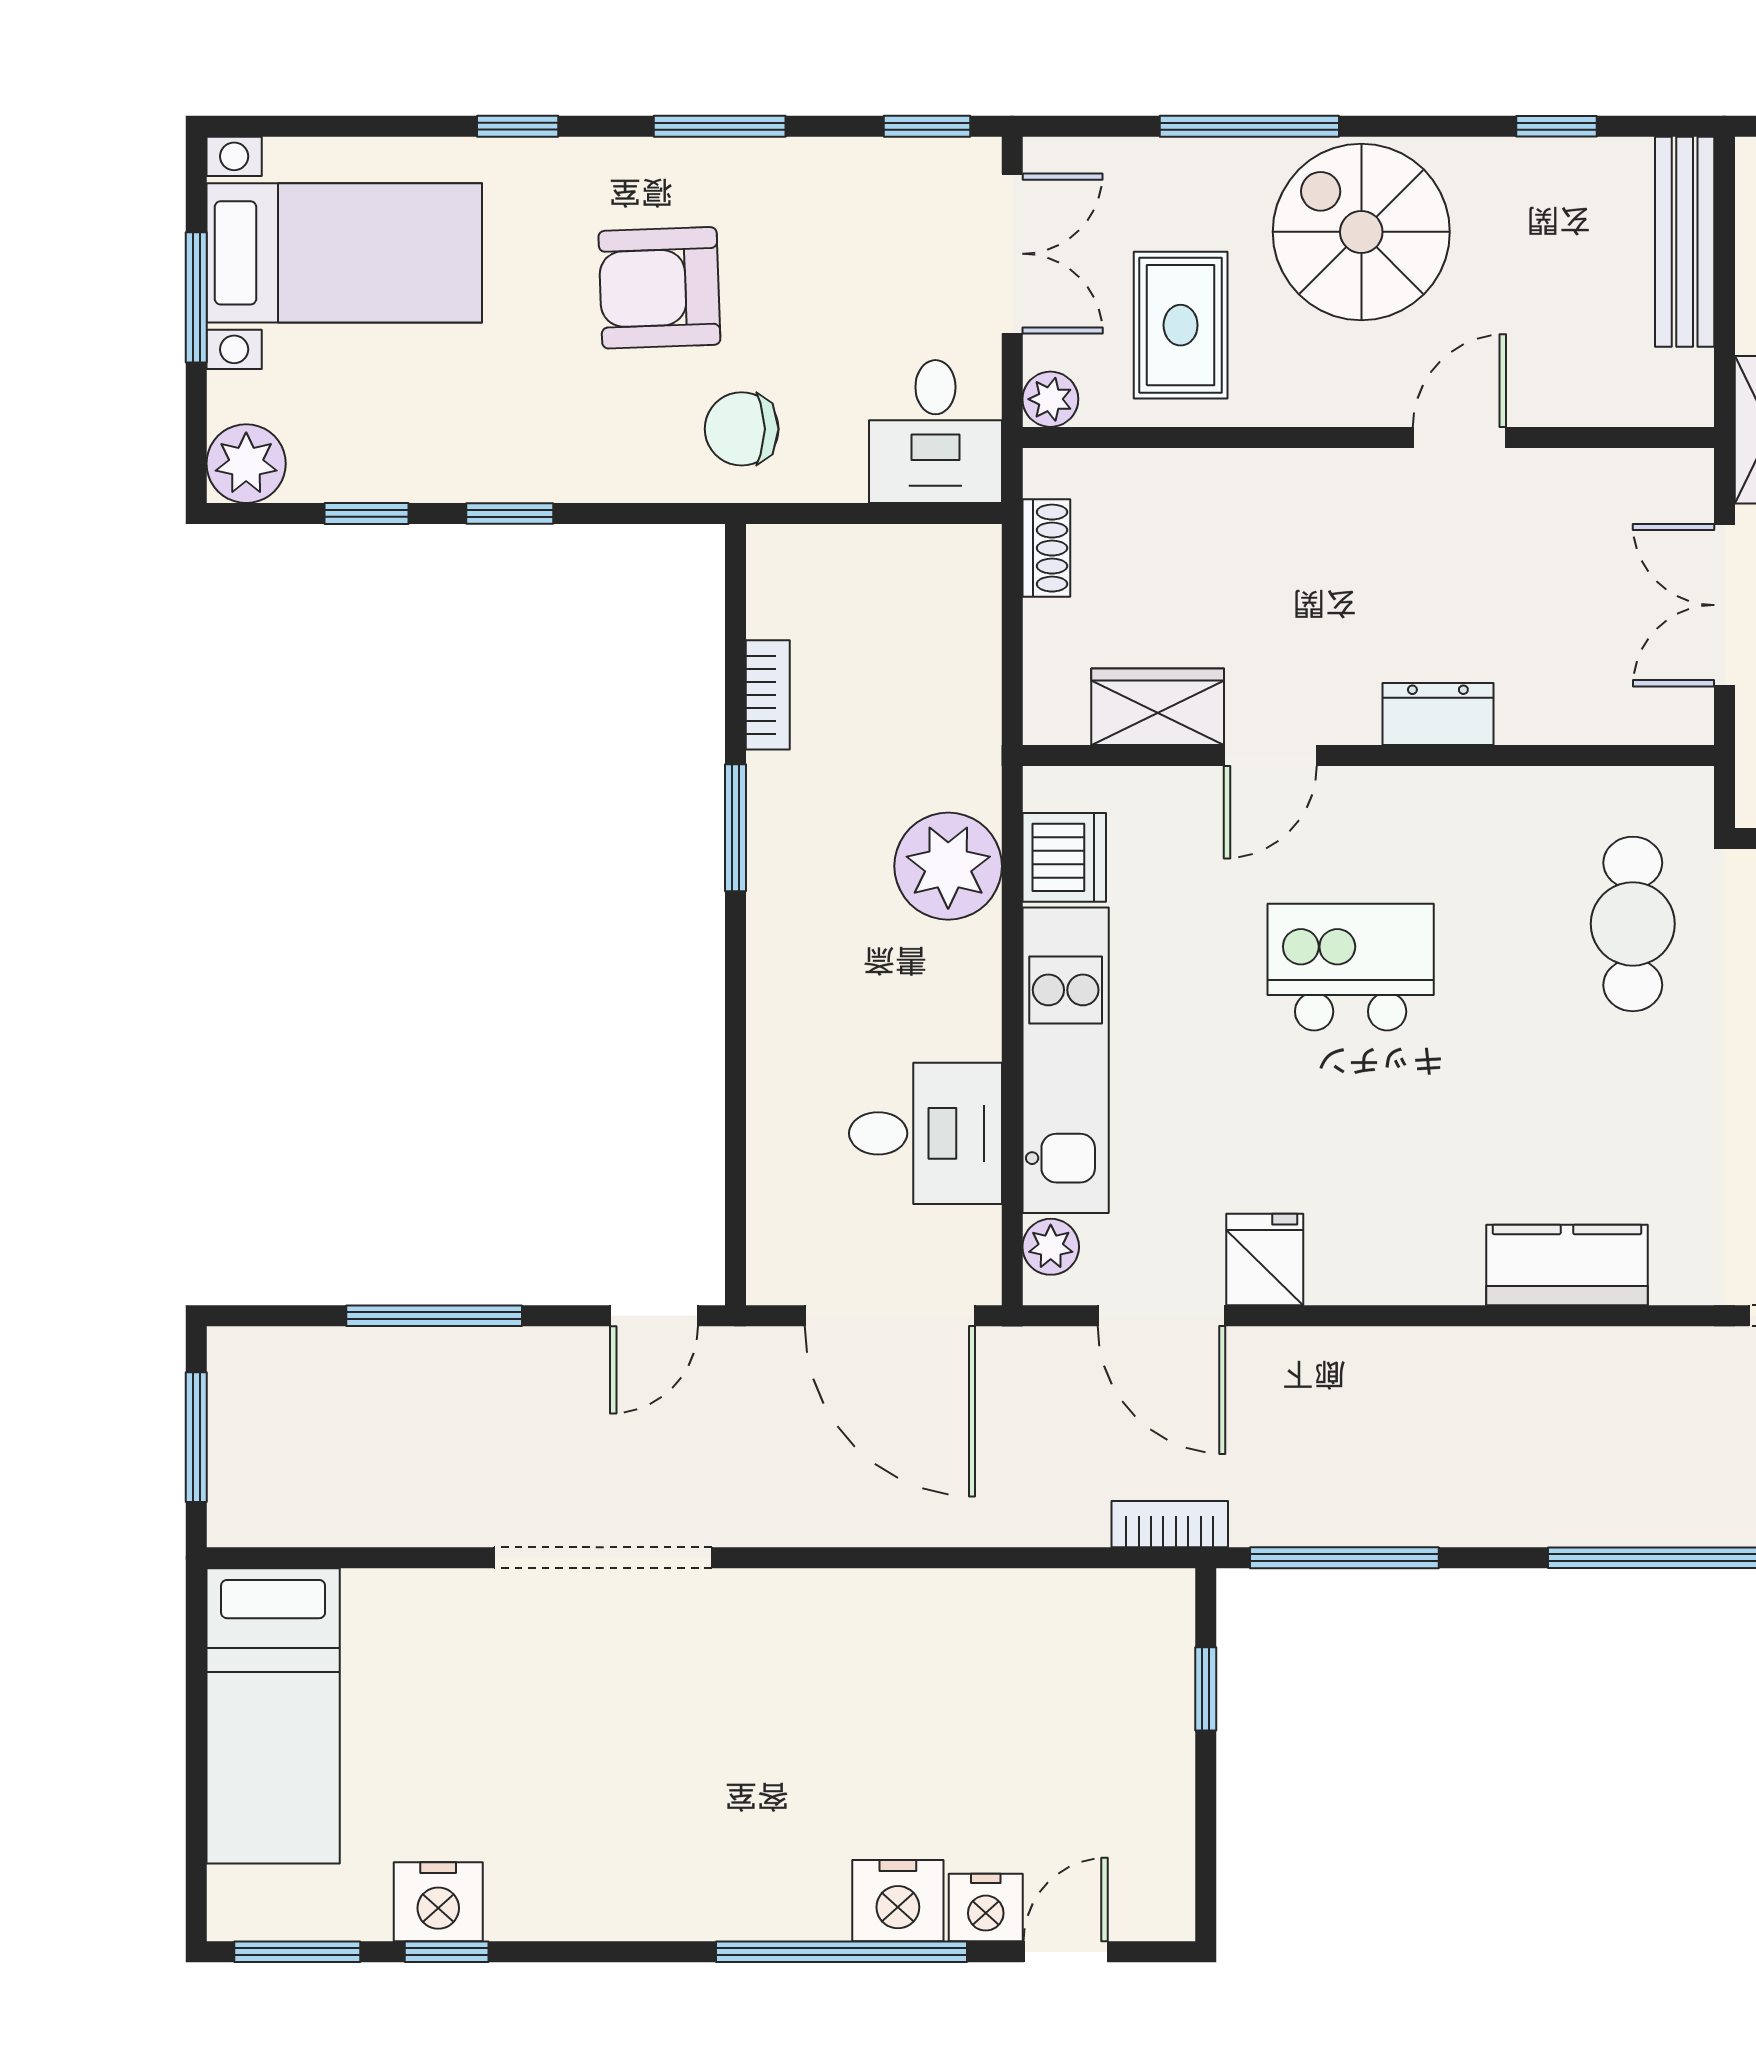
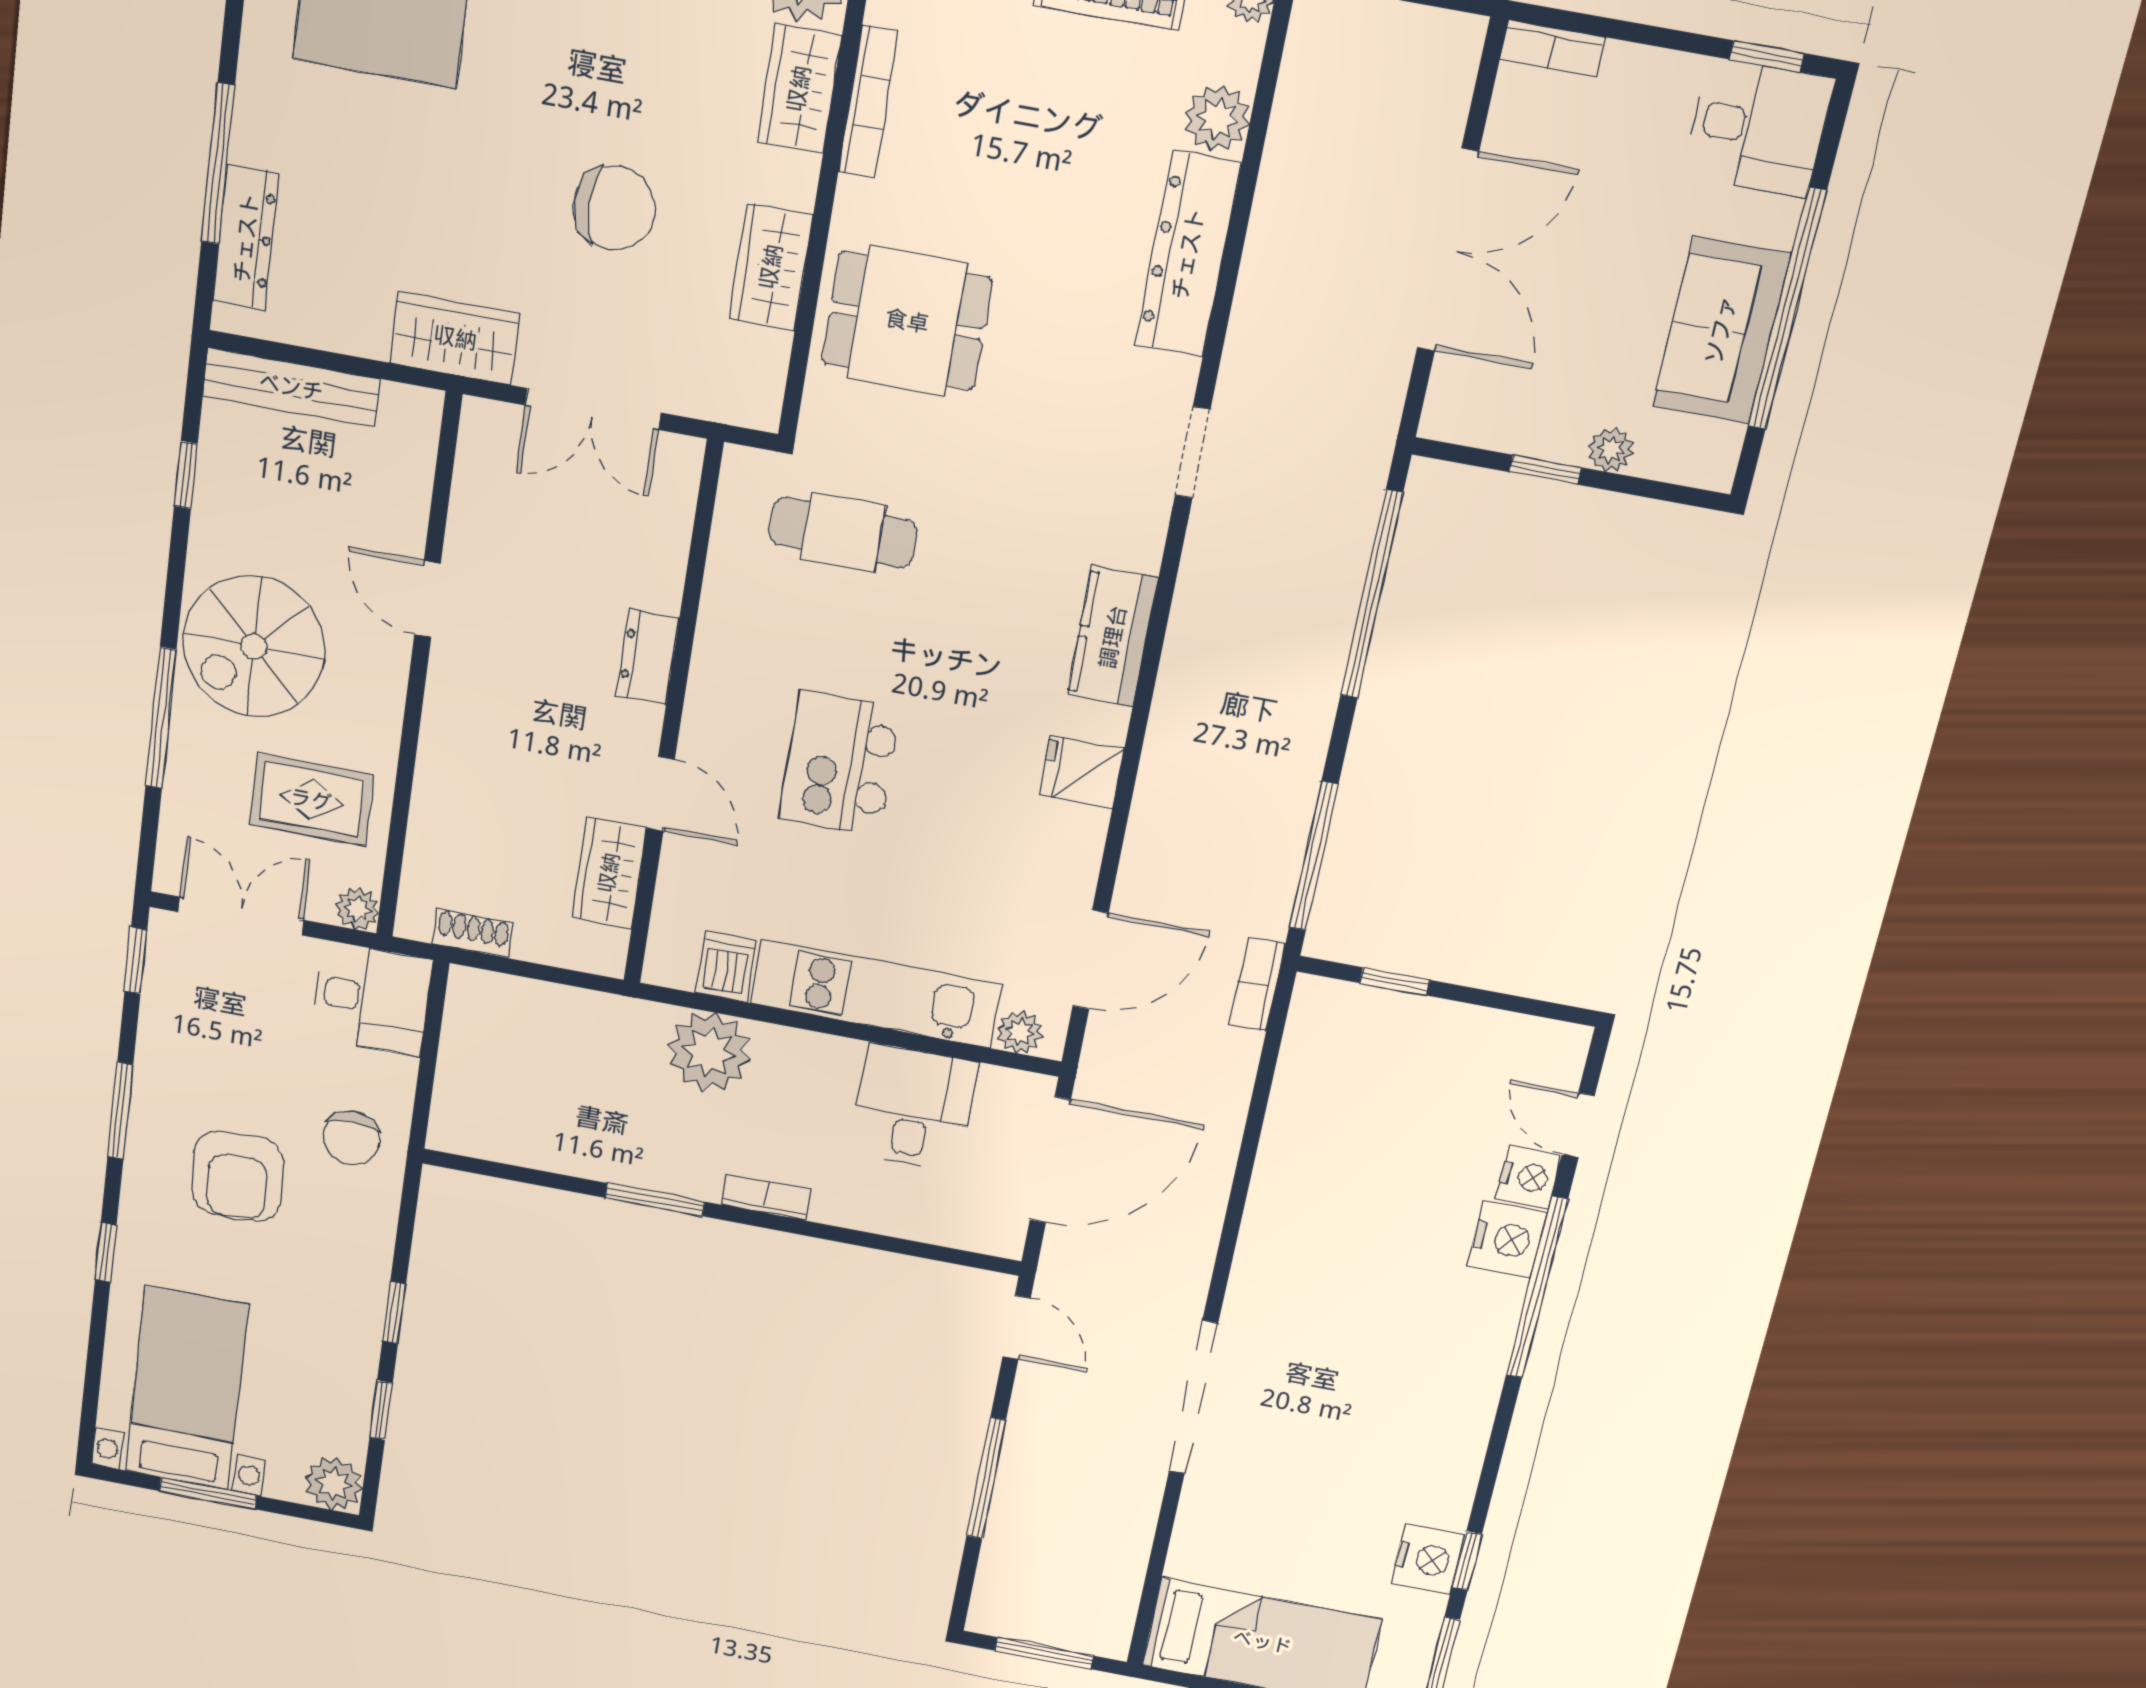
bookcase: (768, 695) -> (766, 1197), moved
dishwasher: (1064, 857) -> (726, 967), width x0.73
fridge: (1265, 1260) -> (1081, 772), moved

